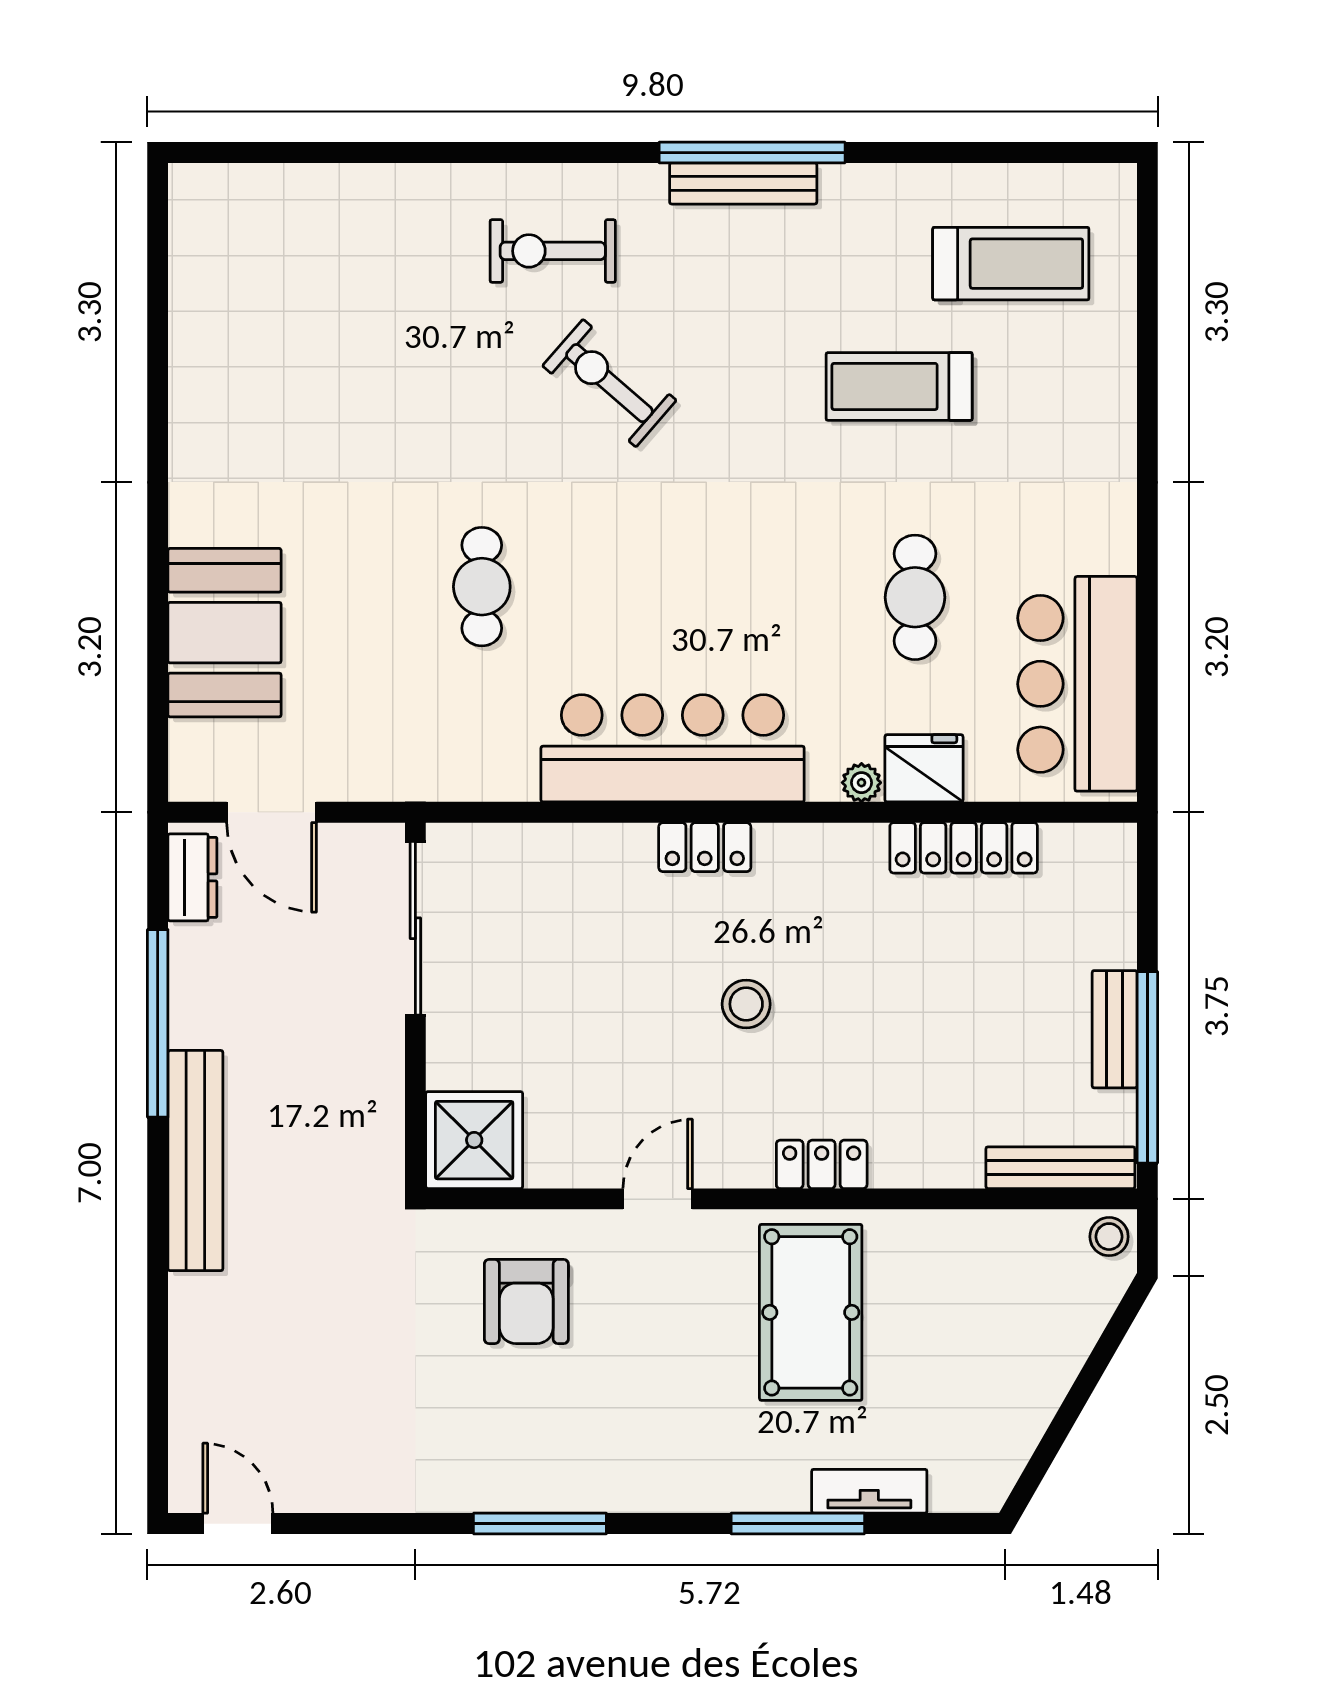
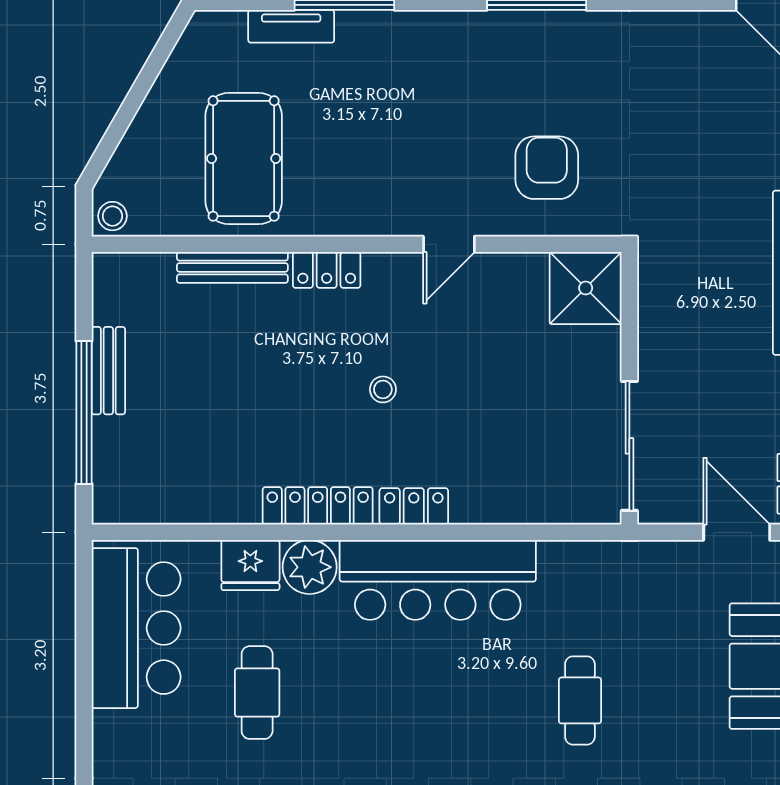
plant: (861, 783) -> (310, 567), width x1.88, depth x1.88
locker: (964, 848) -> (318, 506), moved
stool: (746, 1004) -> (383, 389), width x0.73, depth x0.73
window: (1147, 1067) -> (84, 412), moved
bench: (1060, 1168) -> (232, 267), moved
pool table: (811, 1312) -> (244, 158), moved

